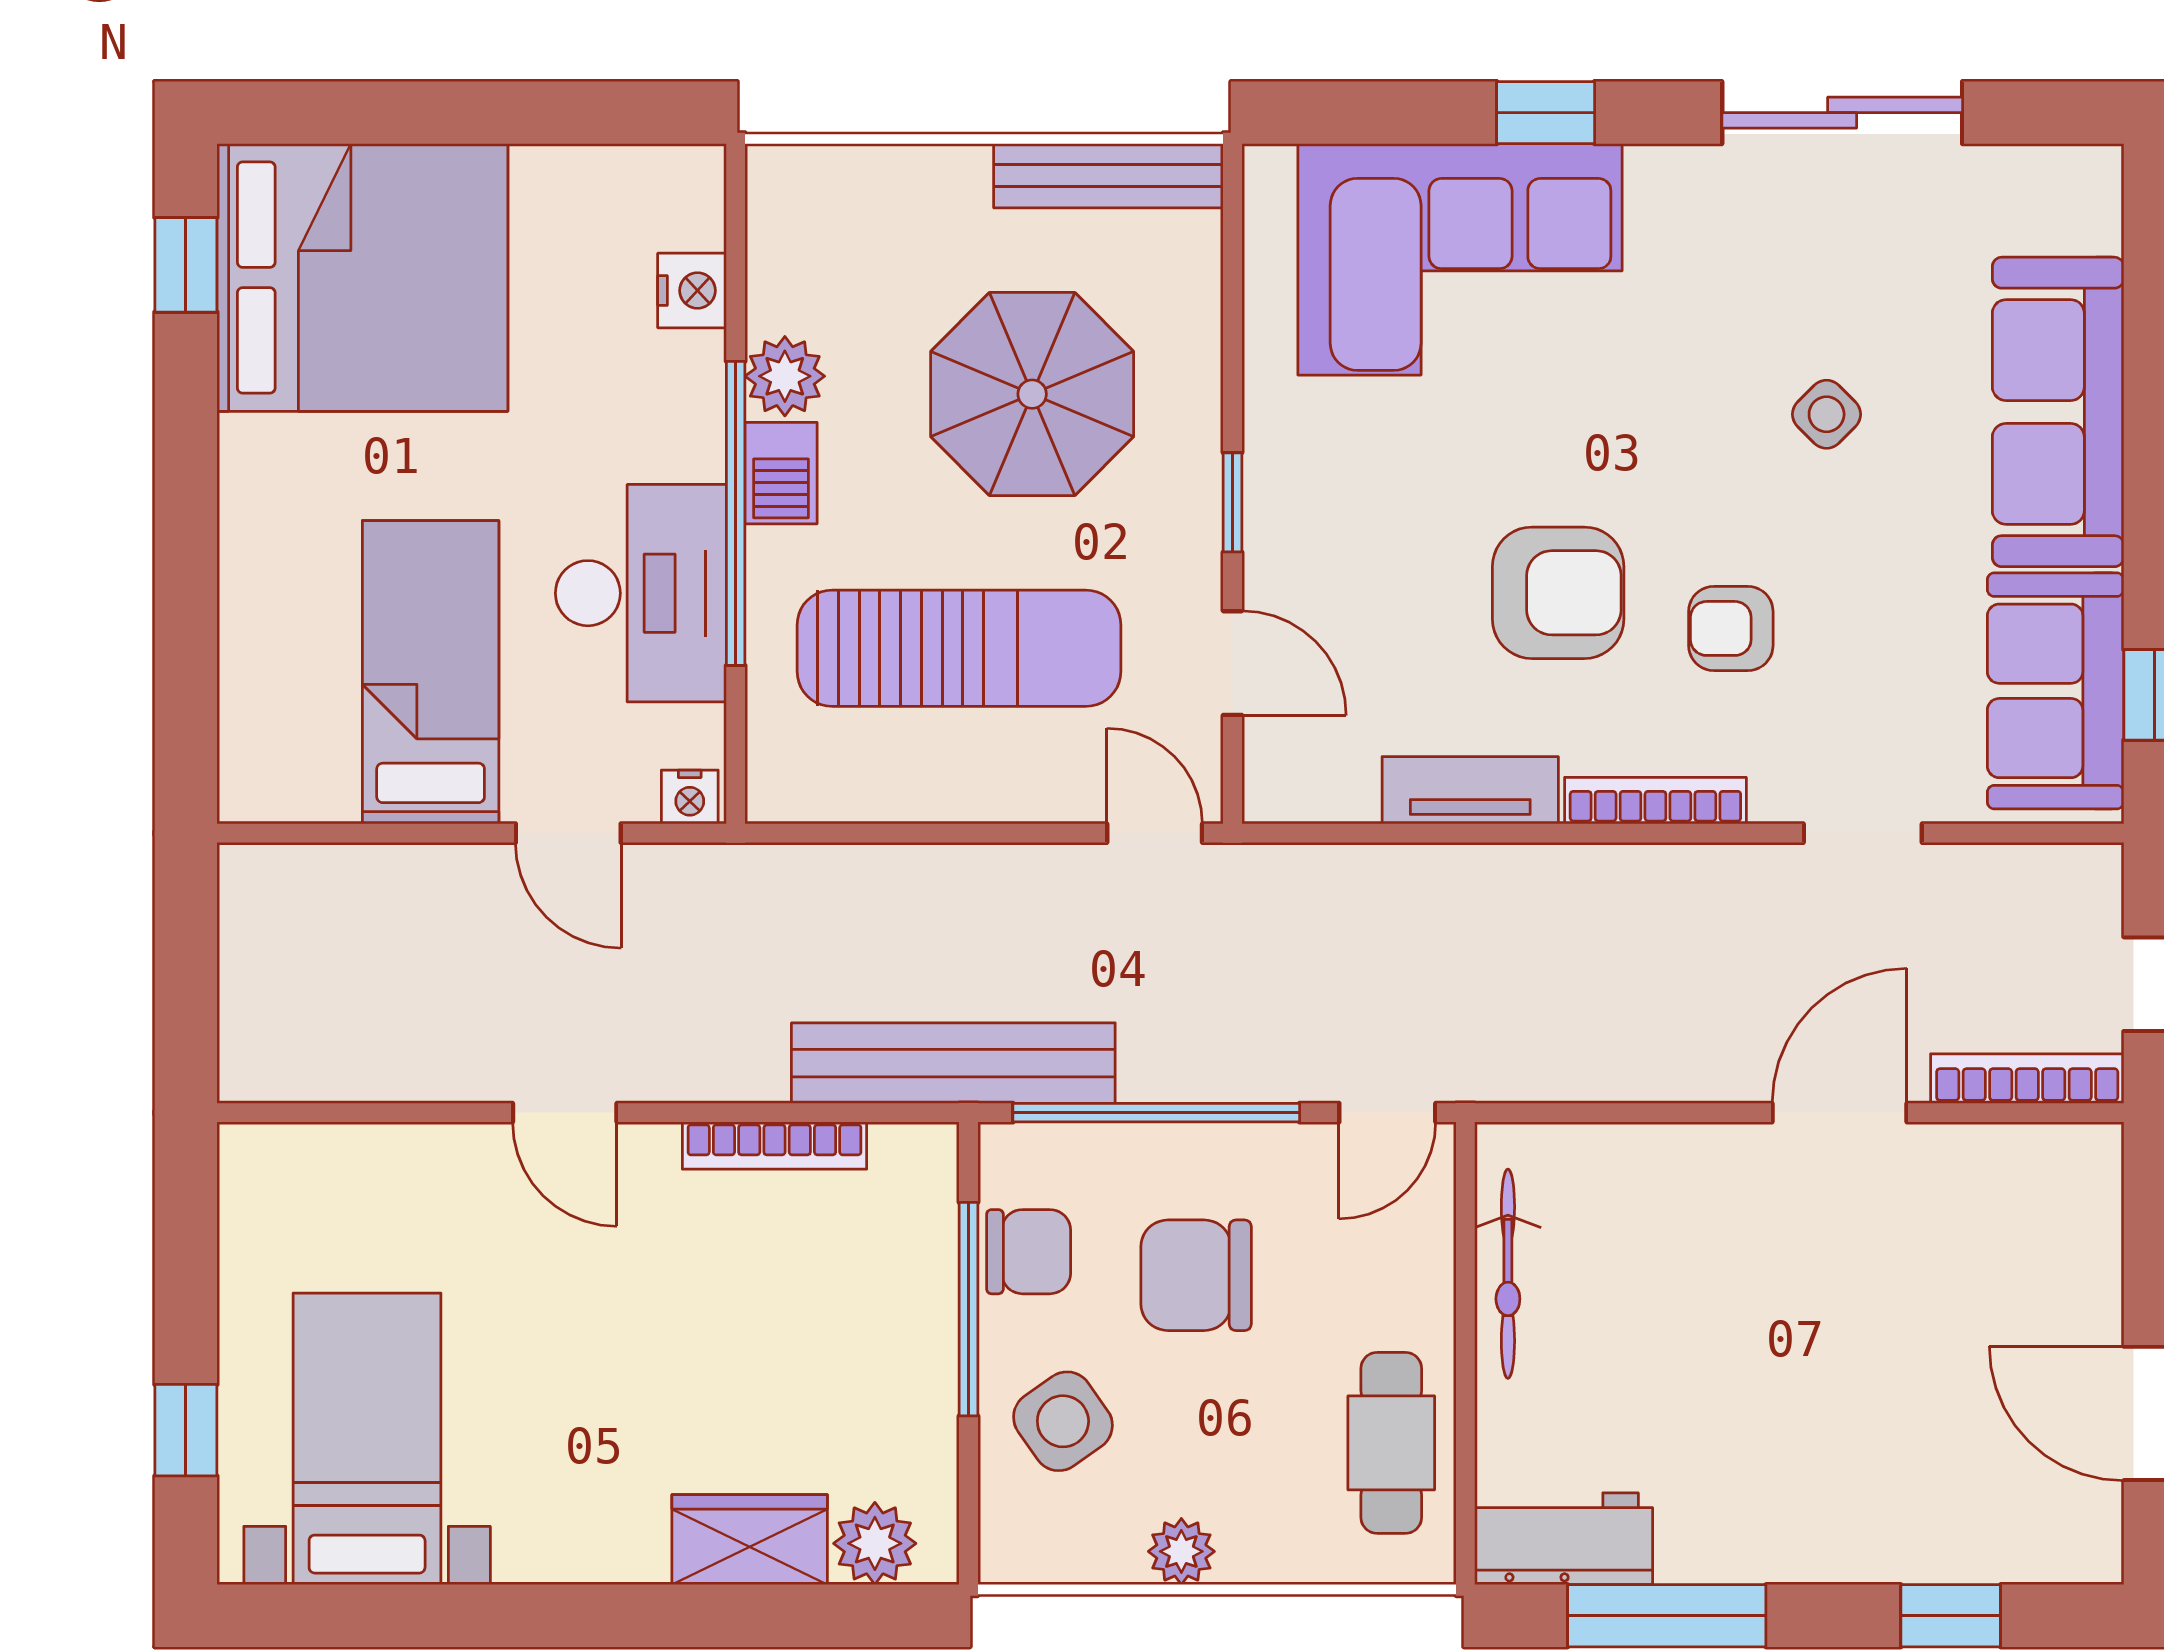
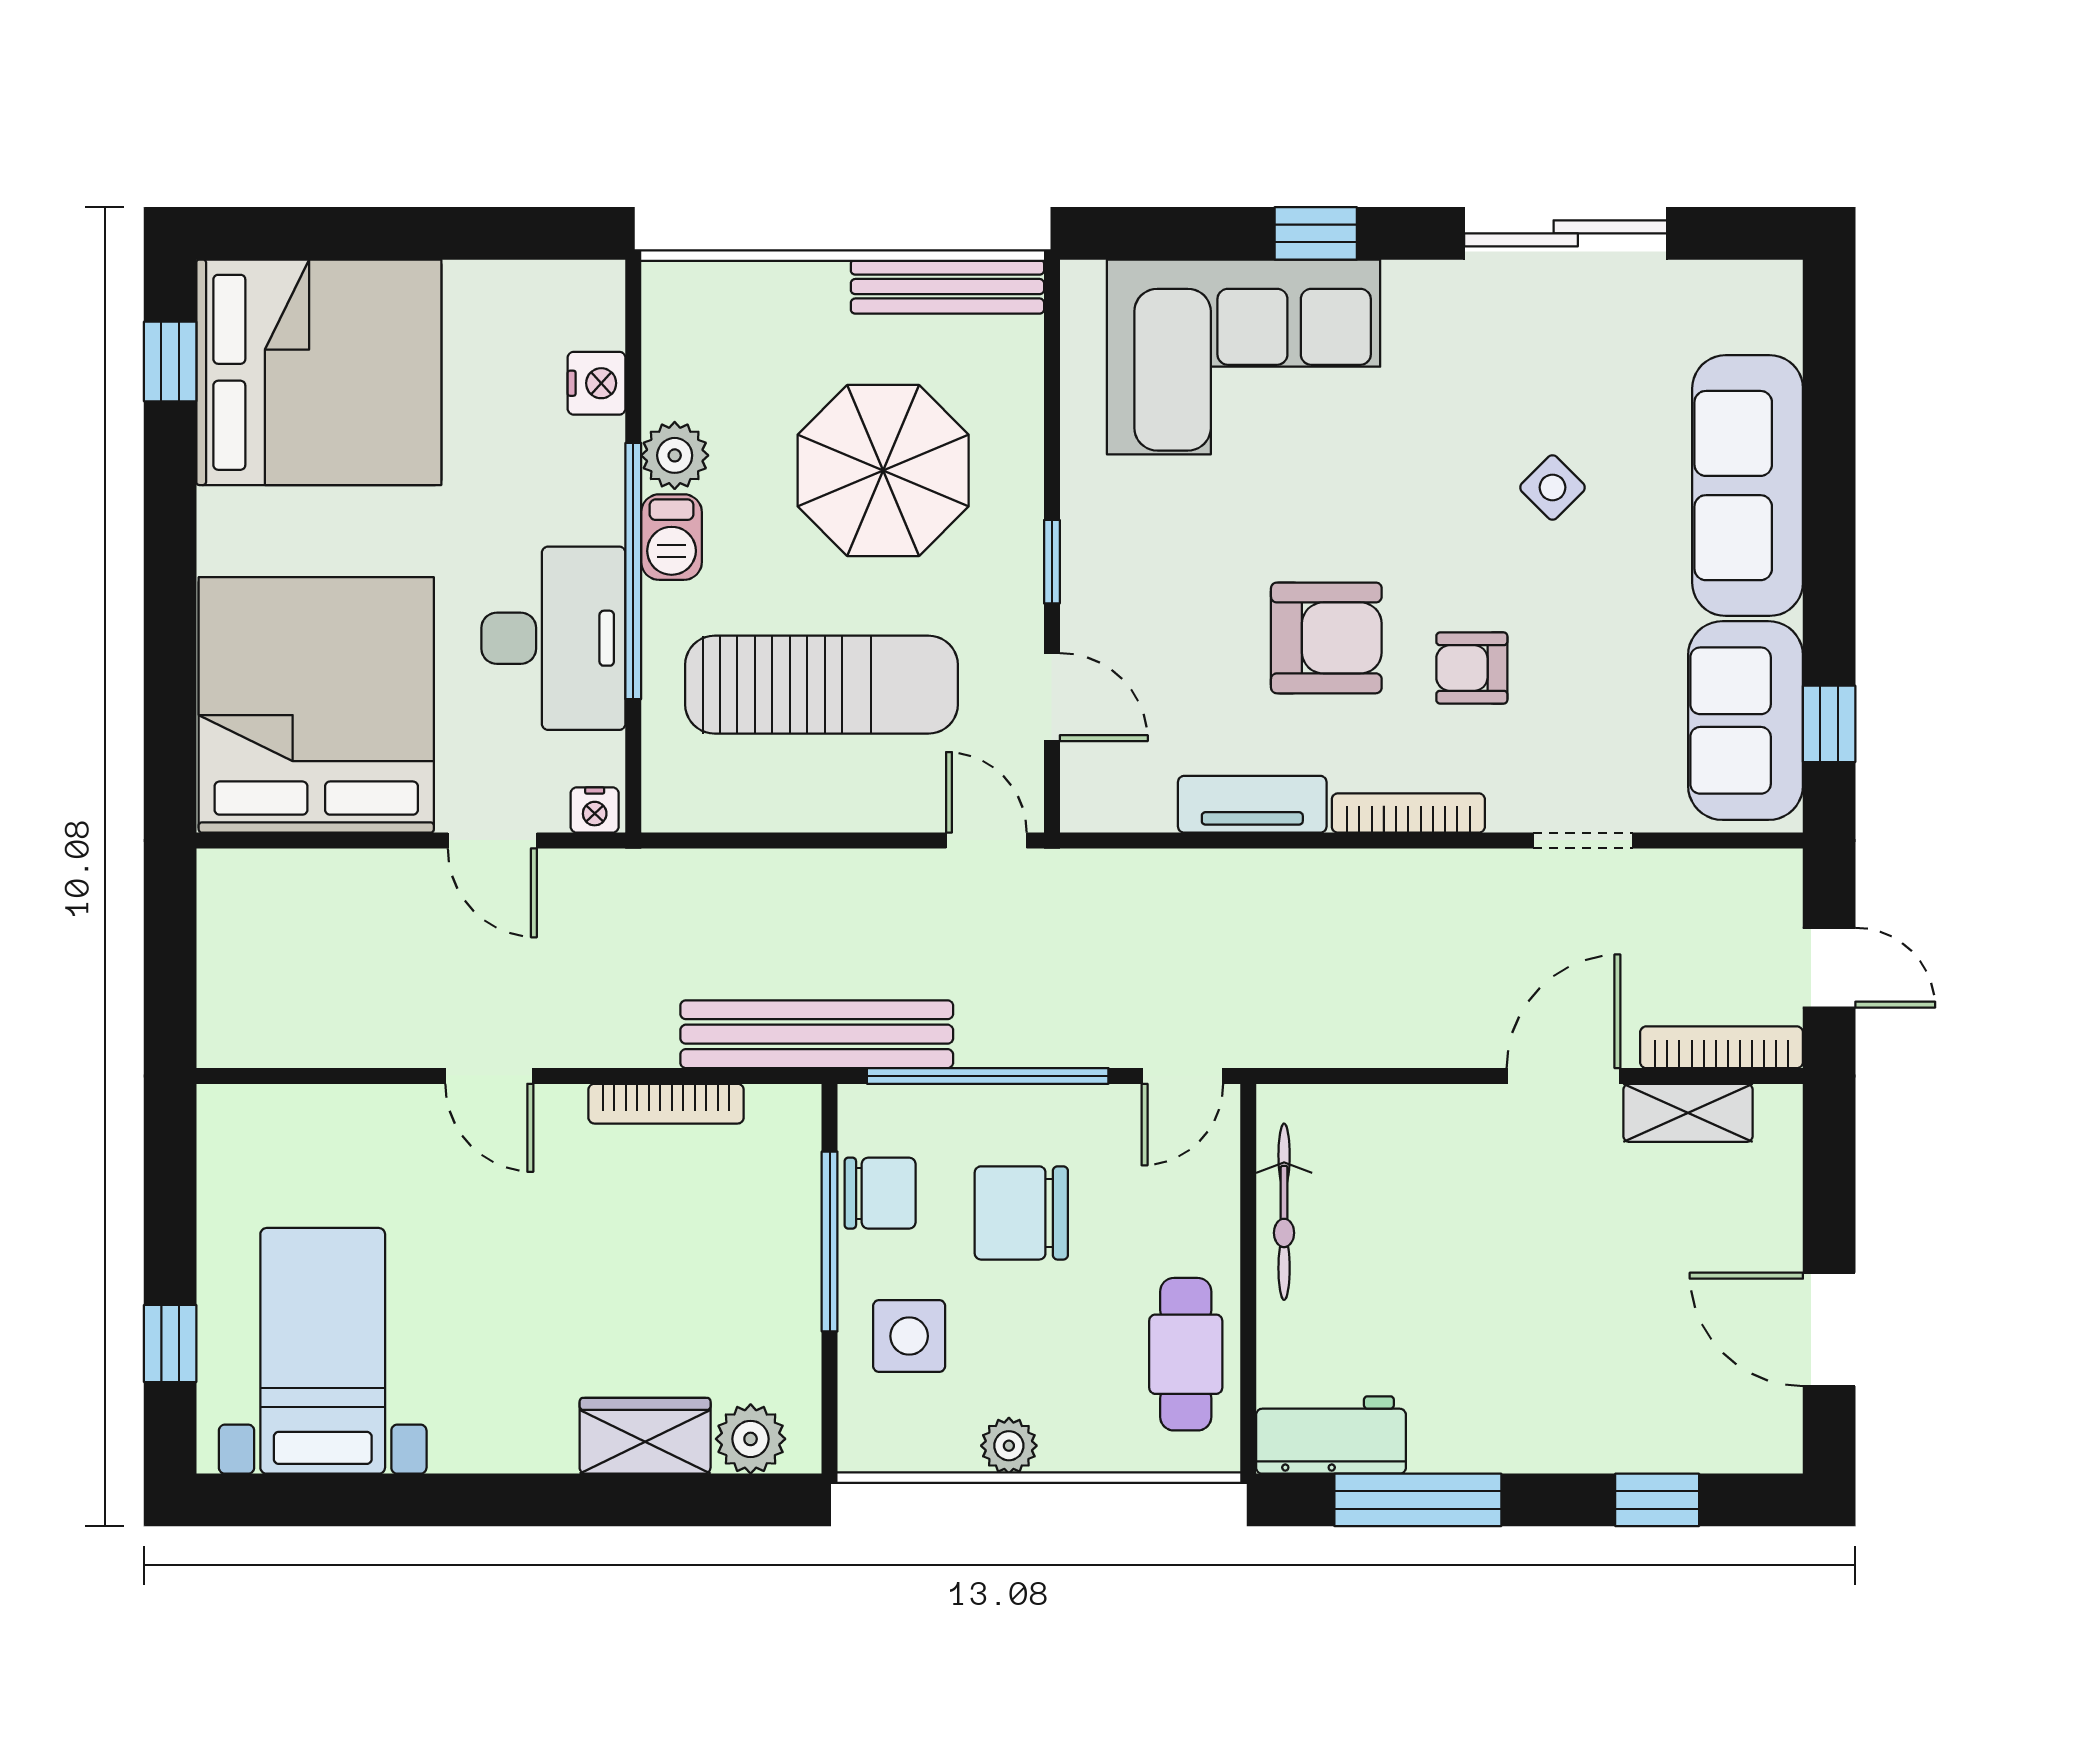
bed: (431, 672) -> (316, 705), width x2.04
shelving: (1987, 1156) -> (1688, 1113), added
side table: (1063, 1421) -> (909, 1336), turned 35

